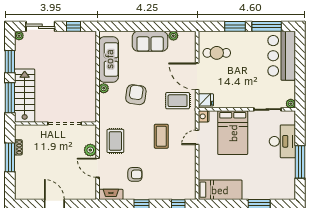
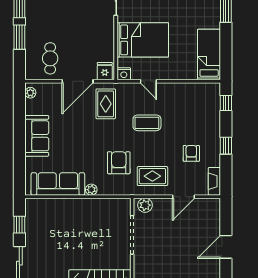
plant: (173, 36) -> (30, 93), moved
armchair: (136, 95) -> (119, 163), moved, turned 82
plant: (90, 150) -> (145, 205), moved

